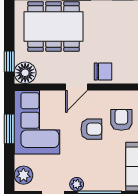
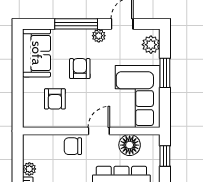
floor lamp: (25, 73) -> (130, 145), moved
window: (9, 129) -> (165, 73), moved
armchair: (91, 129) -> (80, 69), moved, turned 90

